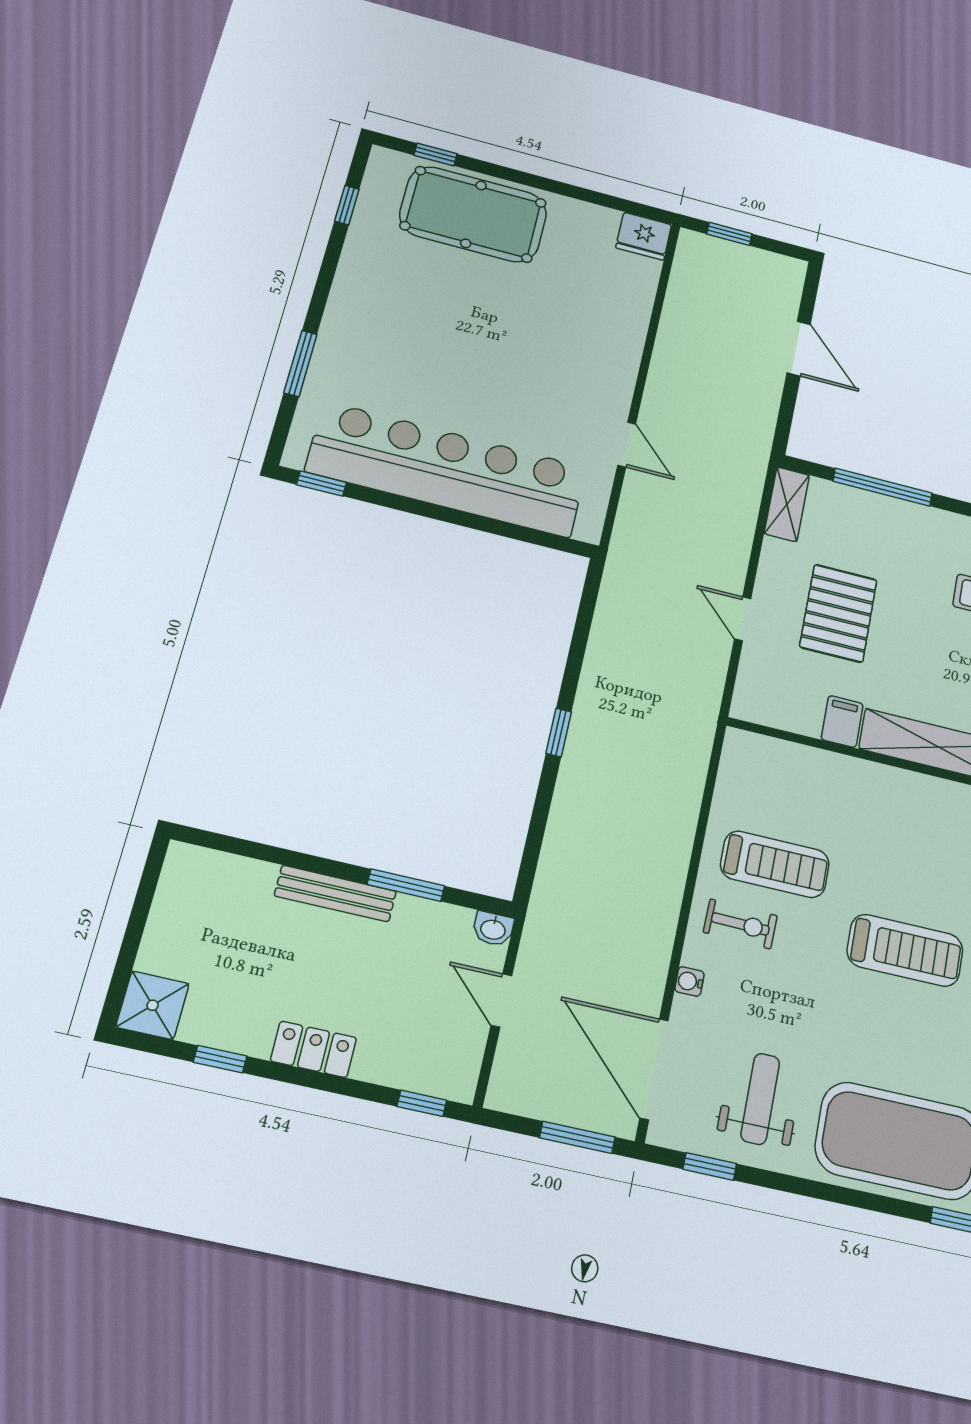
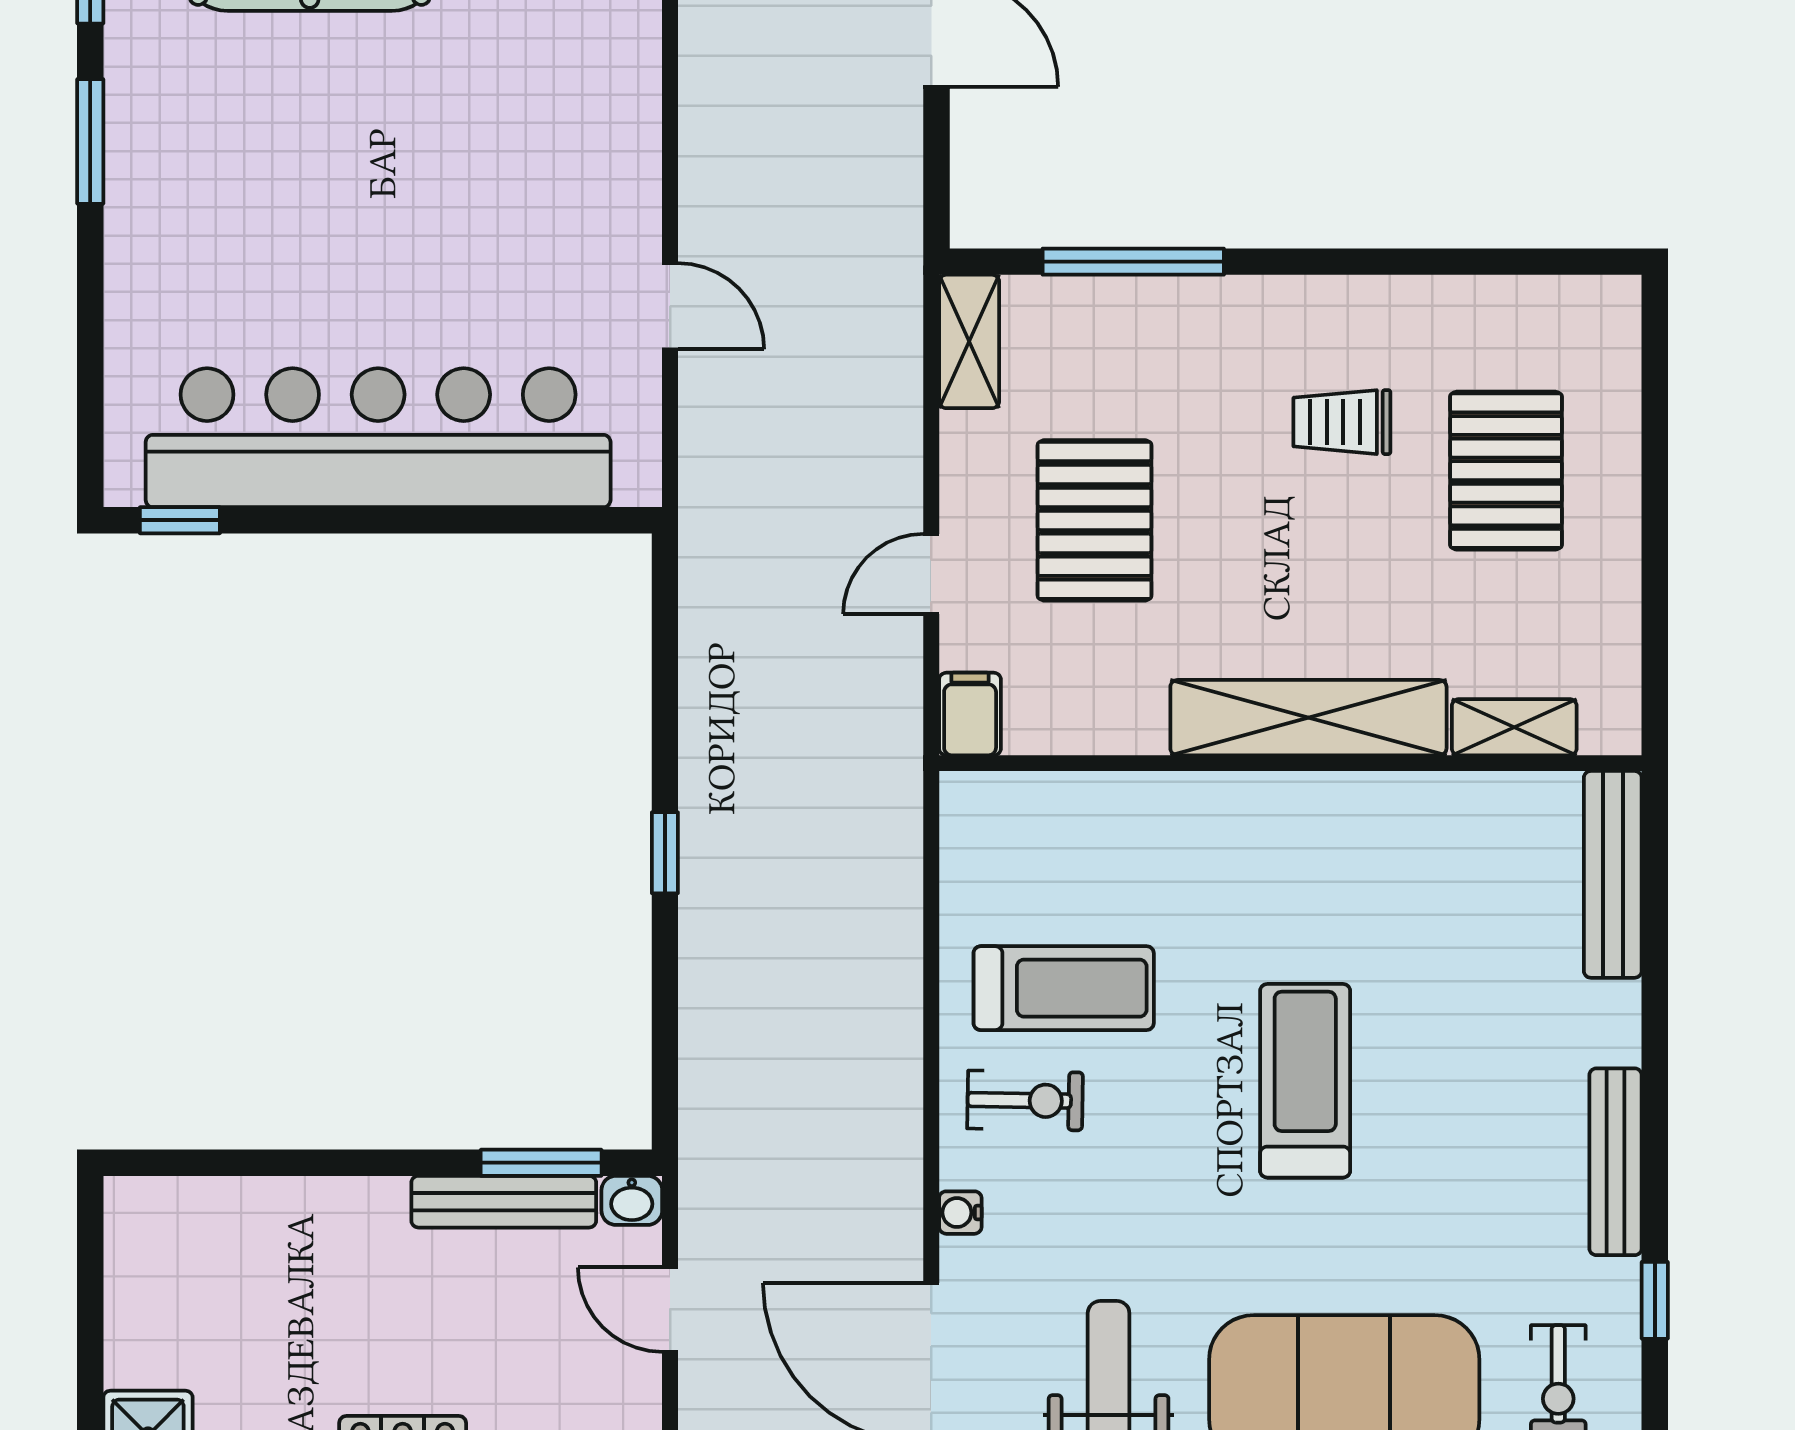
window: (300, 363) -> (90, 141), moved
door: (743, 619) -> (931, 574), hinge flipped
filing cabinet: (842, 722) -> (970, 714), moved
window: (406, 885) -> (541, 1163), moved
bench: (335, 894) -> (504, 1202), moved
treadmill: (905, 950) -> (1305, 1081), turned -90

